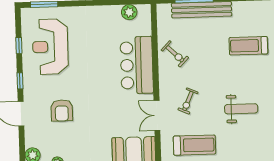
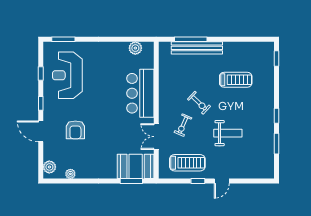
treadmill: (248, 46) -> (236, 80), turned 180
exercise bike: (175, 54) -> (199, 103), moved

